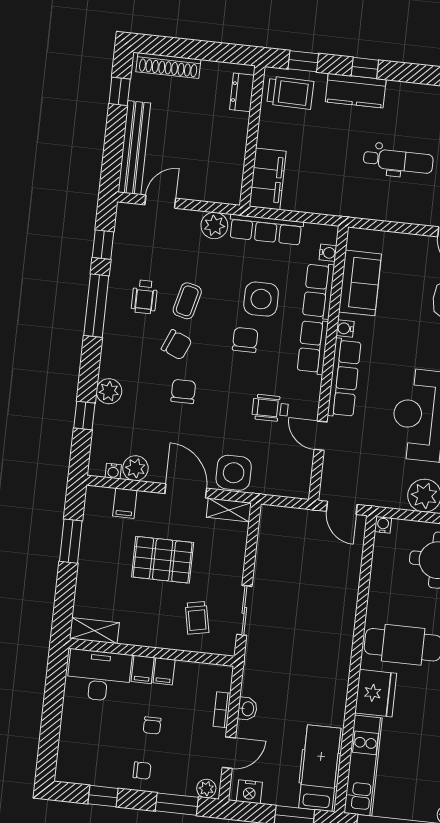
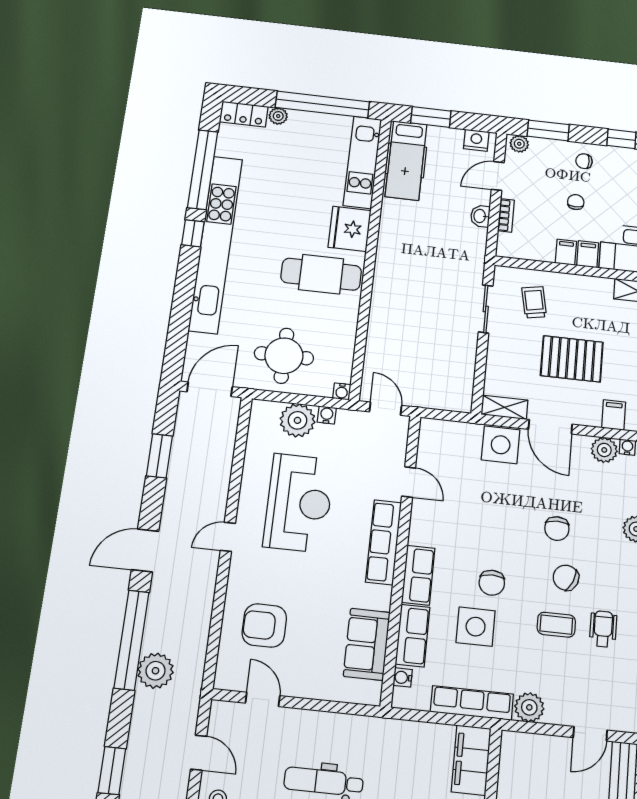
coffee table: (187, 301) -> (556, 625), turned 76
water cooler: (345, 328) -> (327, 415), moved, turned -90
wheelchair: (270, 408) -> (463, 511), removed

